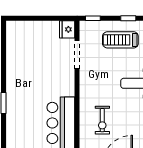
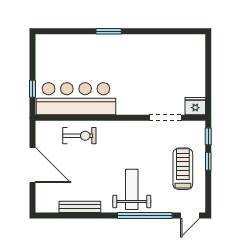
window: (128, 18) -> (208, 161), moved
exercise bike: (102, 120) -> (79, 136), moved, turned 180

